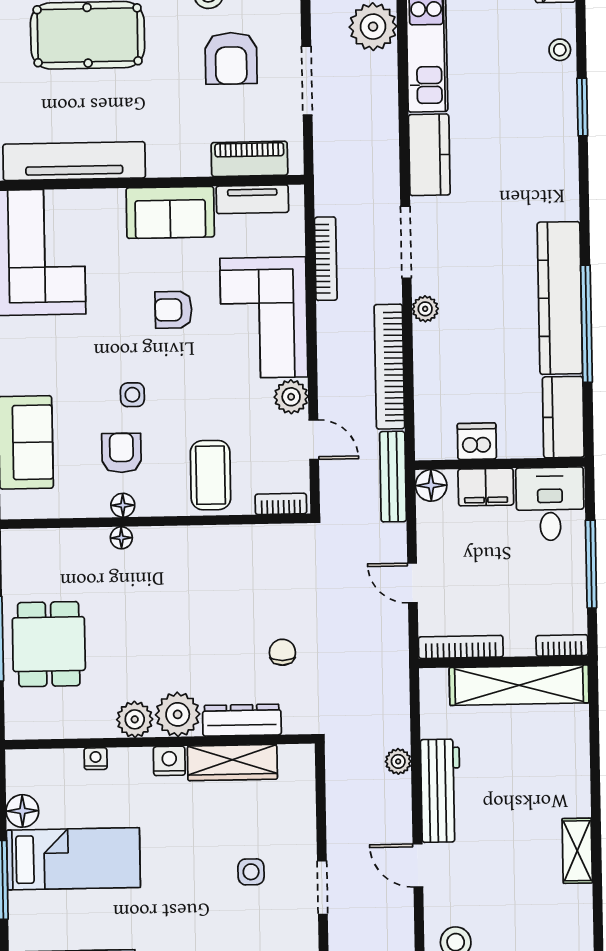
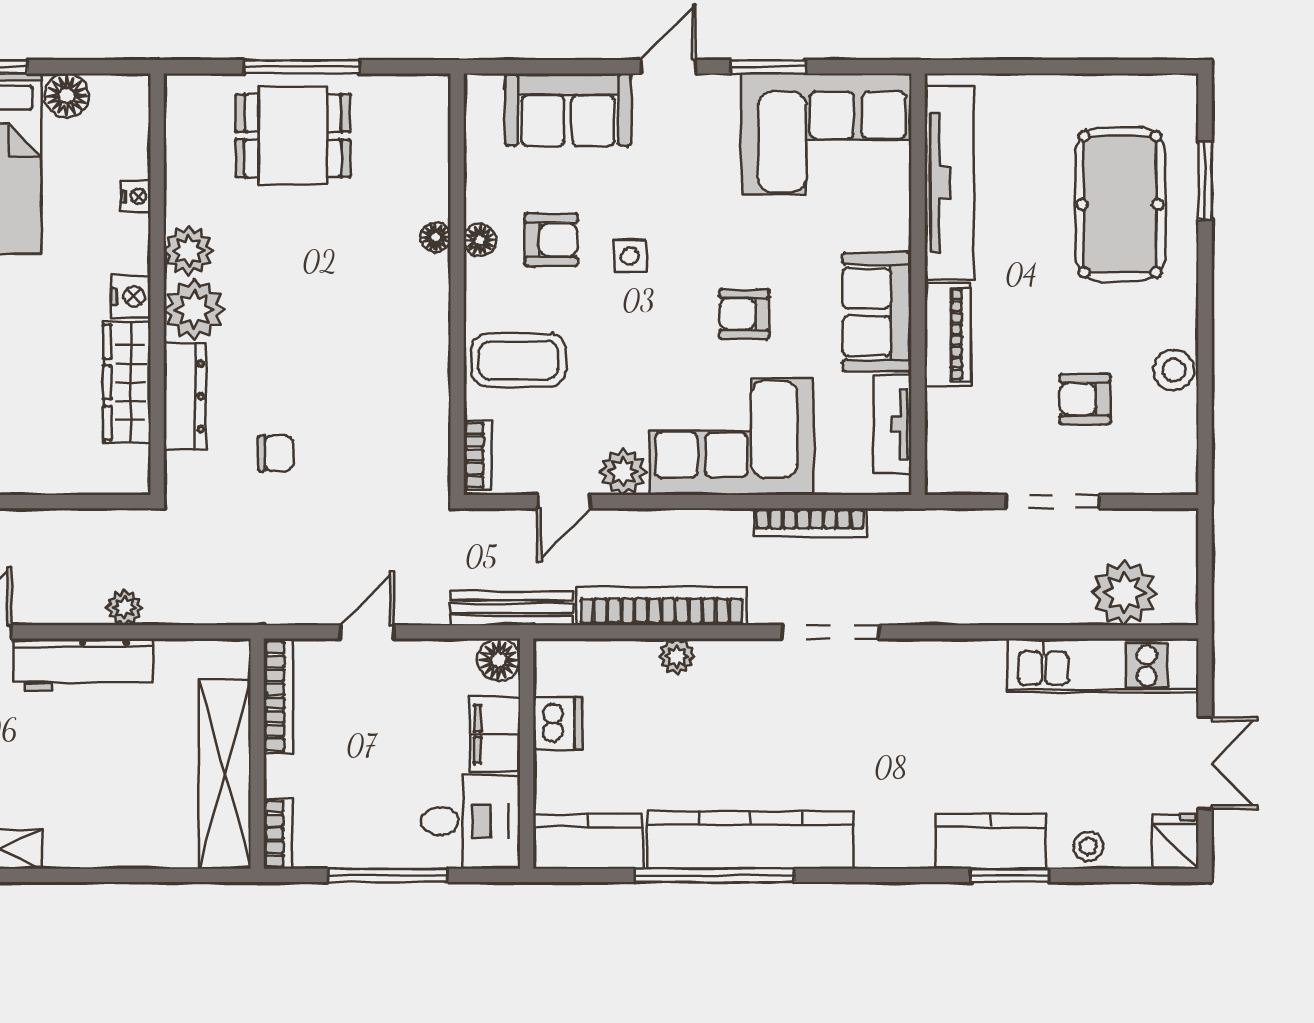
armchair: (231, 58) -> (1085, 399), width x0.72, depth x0.72
kitchen counter: (429, 155) -> (991, 841), moved, turned 180
piano: (249, 159) -> (948, 335), moved
plant: (425, 309) -> (677, 656), moved
armchair: (173, 310) -> (744, 314), turned -90

